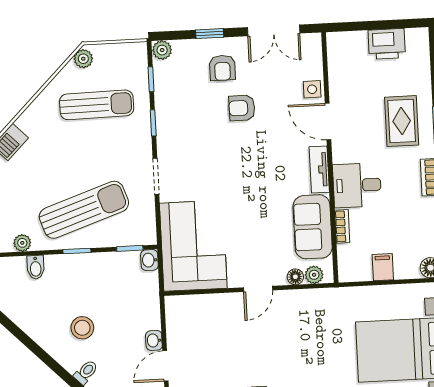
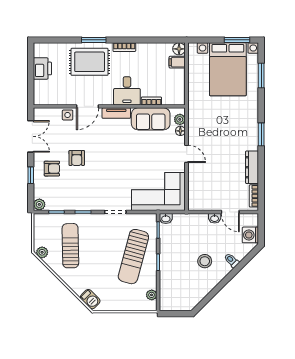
rug: (402, 121) -> (90, 62), width x1.36, depth x1.43
sun lounger: (84, 210) -> (133, 257), turned -146
bidet: (36, 267) -> (167, 288), removed
filing cabinet: (383, 267) -> (177, 62), moved

